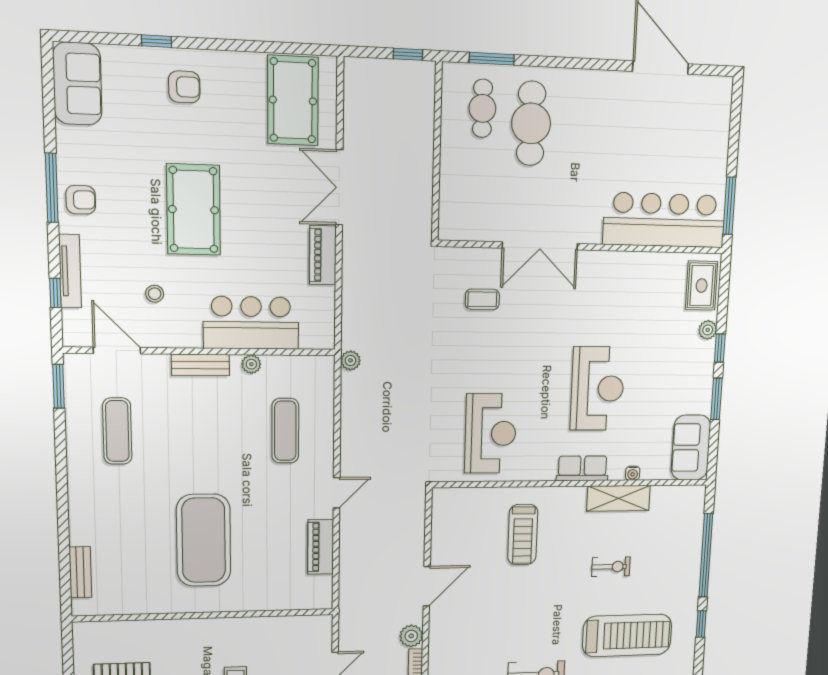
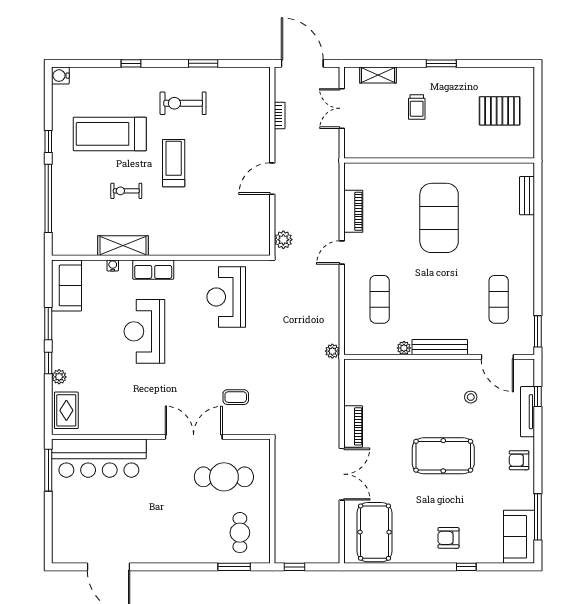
cafe table: (531, 123) -> (224, 477), moved, turned 90
window: (52, 188) -> (538, 517), moved
pool table: (194, 210) -> (443, 456), turned 90
bar counter: (251, 323) -> (404, 378), removed
bench: (201, 365) -> (440, 347), width x1.36
treadmill: (523, 534) -> (174, 163), moved
plant: (411, 636) -> (283, 240), moved

